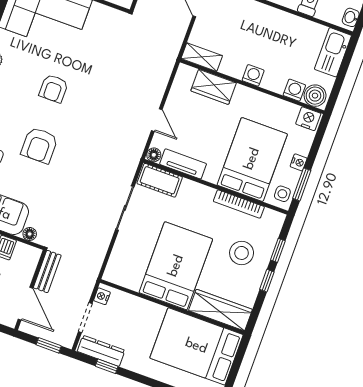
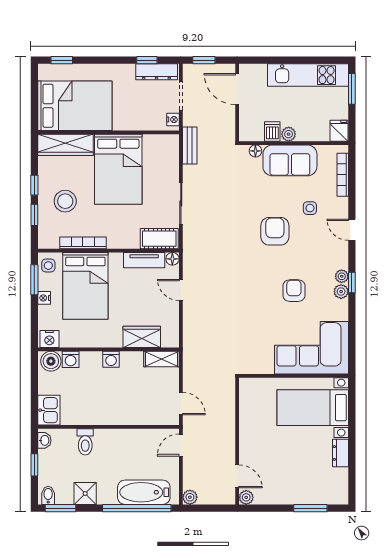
kitchen sink: (333, 52) -> (49, 410), width x0.73
armchair: (54, 88) -> (294, 291), moved
bench: (47, 272) -> (190, 145), moved

